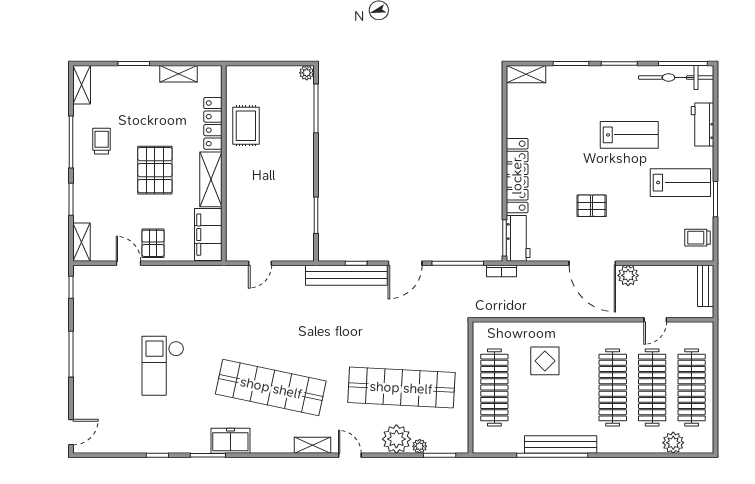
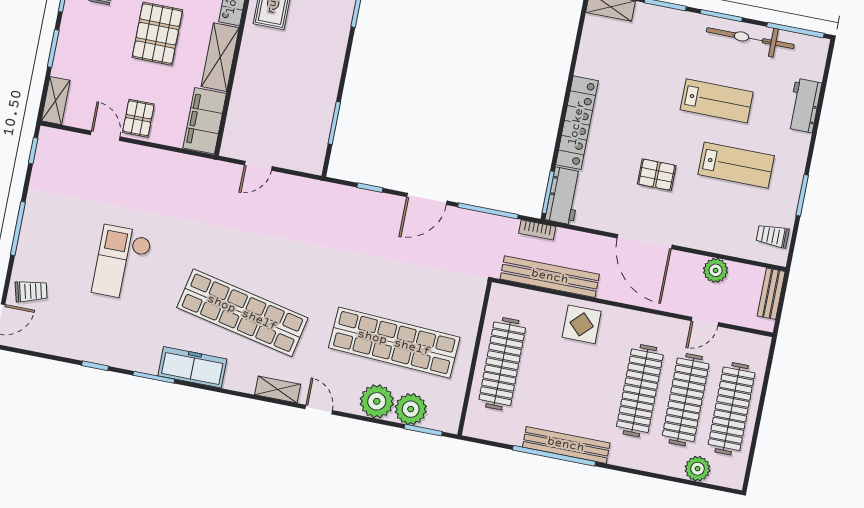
bicycle: (676, 77) -> (750, 38), moved
lab bench: (680, 183) -> (736, 165), moved
bench: (346, 275) -> (550, 277), moved
plant: (628, 275) -> (716, 270), moved
display table: (545, 361) -> (582, 324), moved
trolley: (92, 404) -> (31, 291), added
freezer: (230, 441) -> (192, 367), width x1.40
plant: (420, 446) -> (411, 409), width x1.88, depth x1.88

